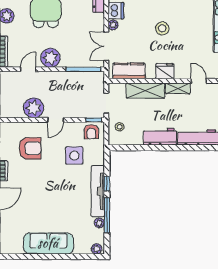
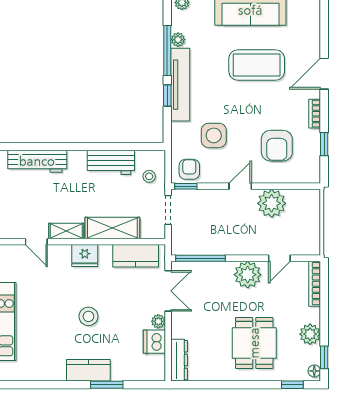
workbench: (160, 137) -> (111, 162), moved
armchair: (30, 148) -> (277, 146), turned -90
coffee table: (44, 205) -> (257, 65), added

